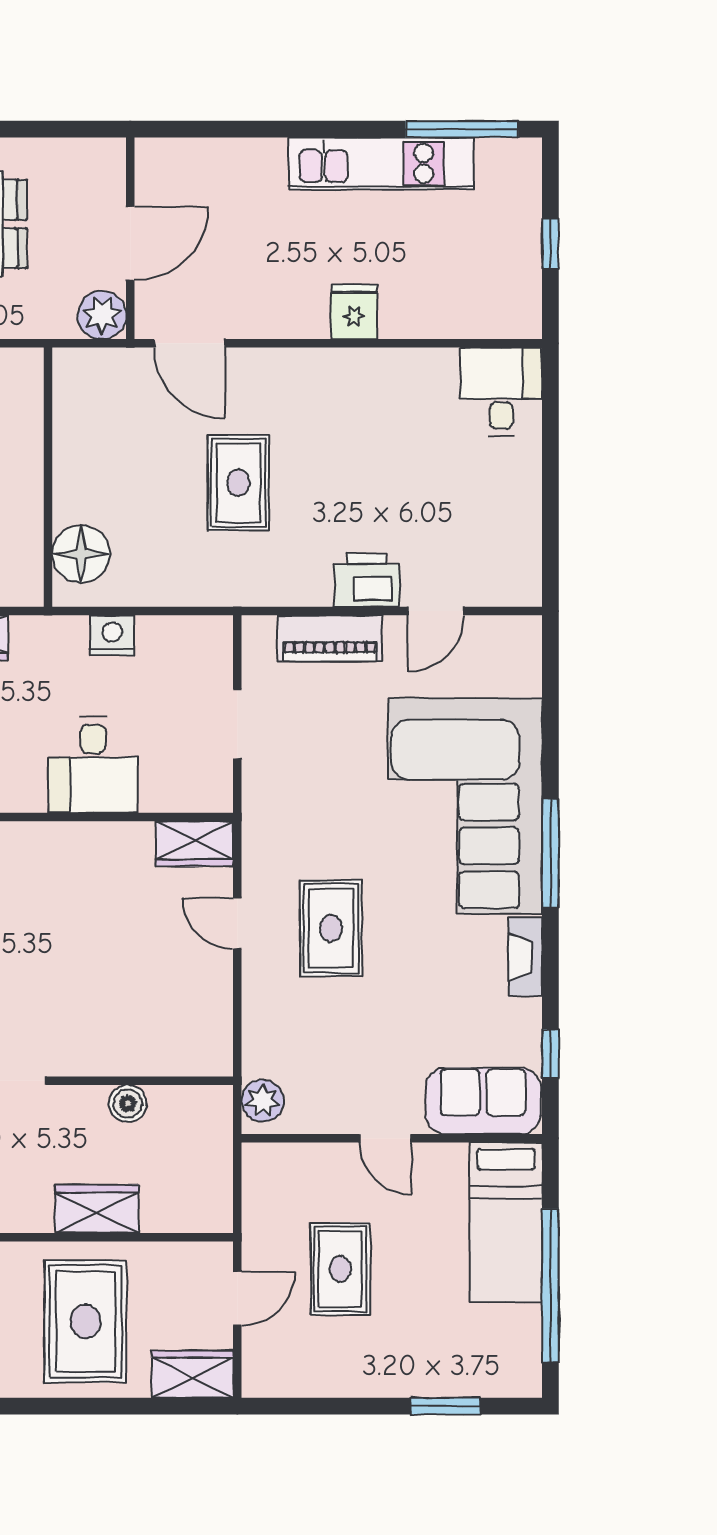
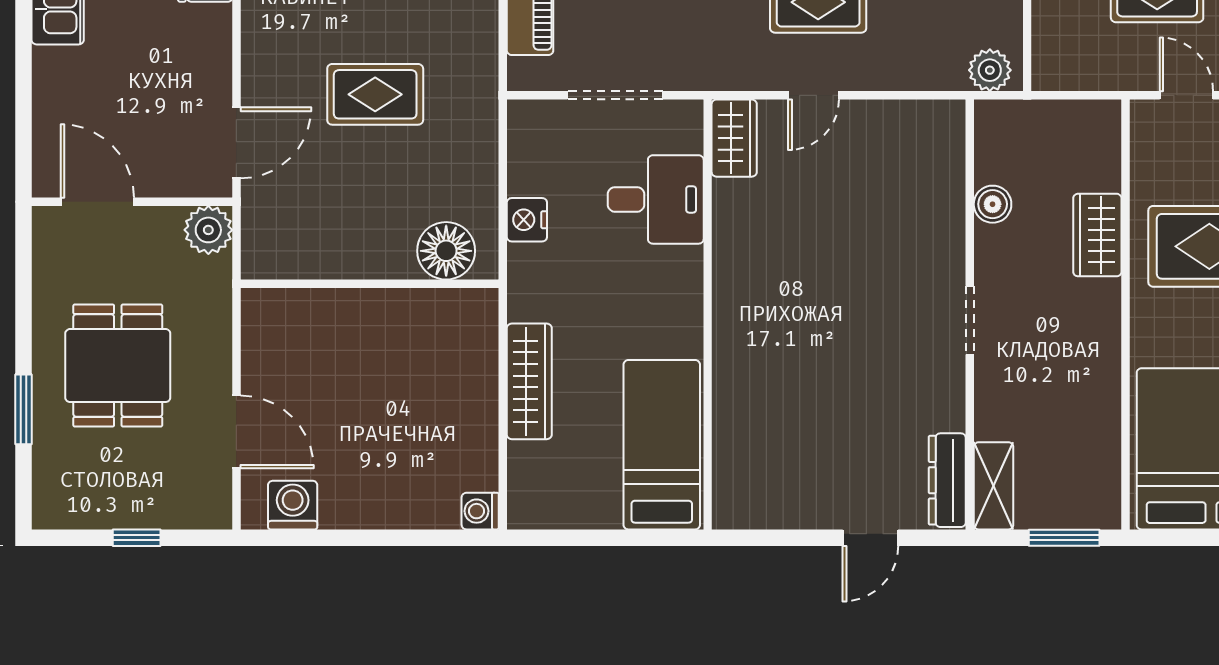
door: (130, 244) -> (97, 202), moved
doorway: (237, 724) -> (615, 95), width x1.38
desk: (93, 765) -> (656, 199), moved

